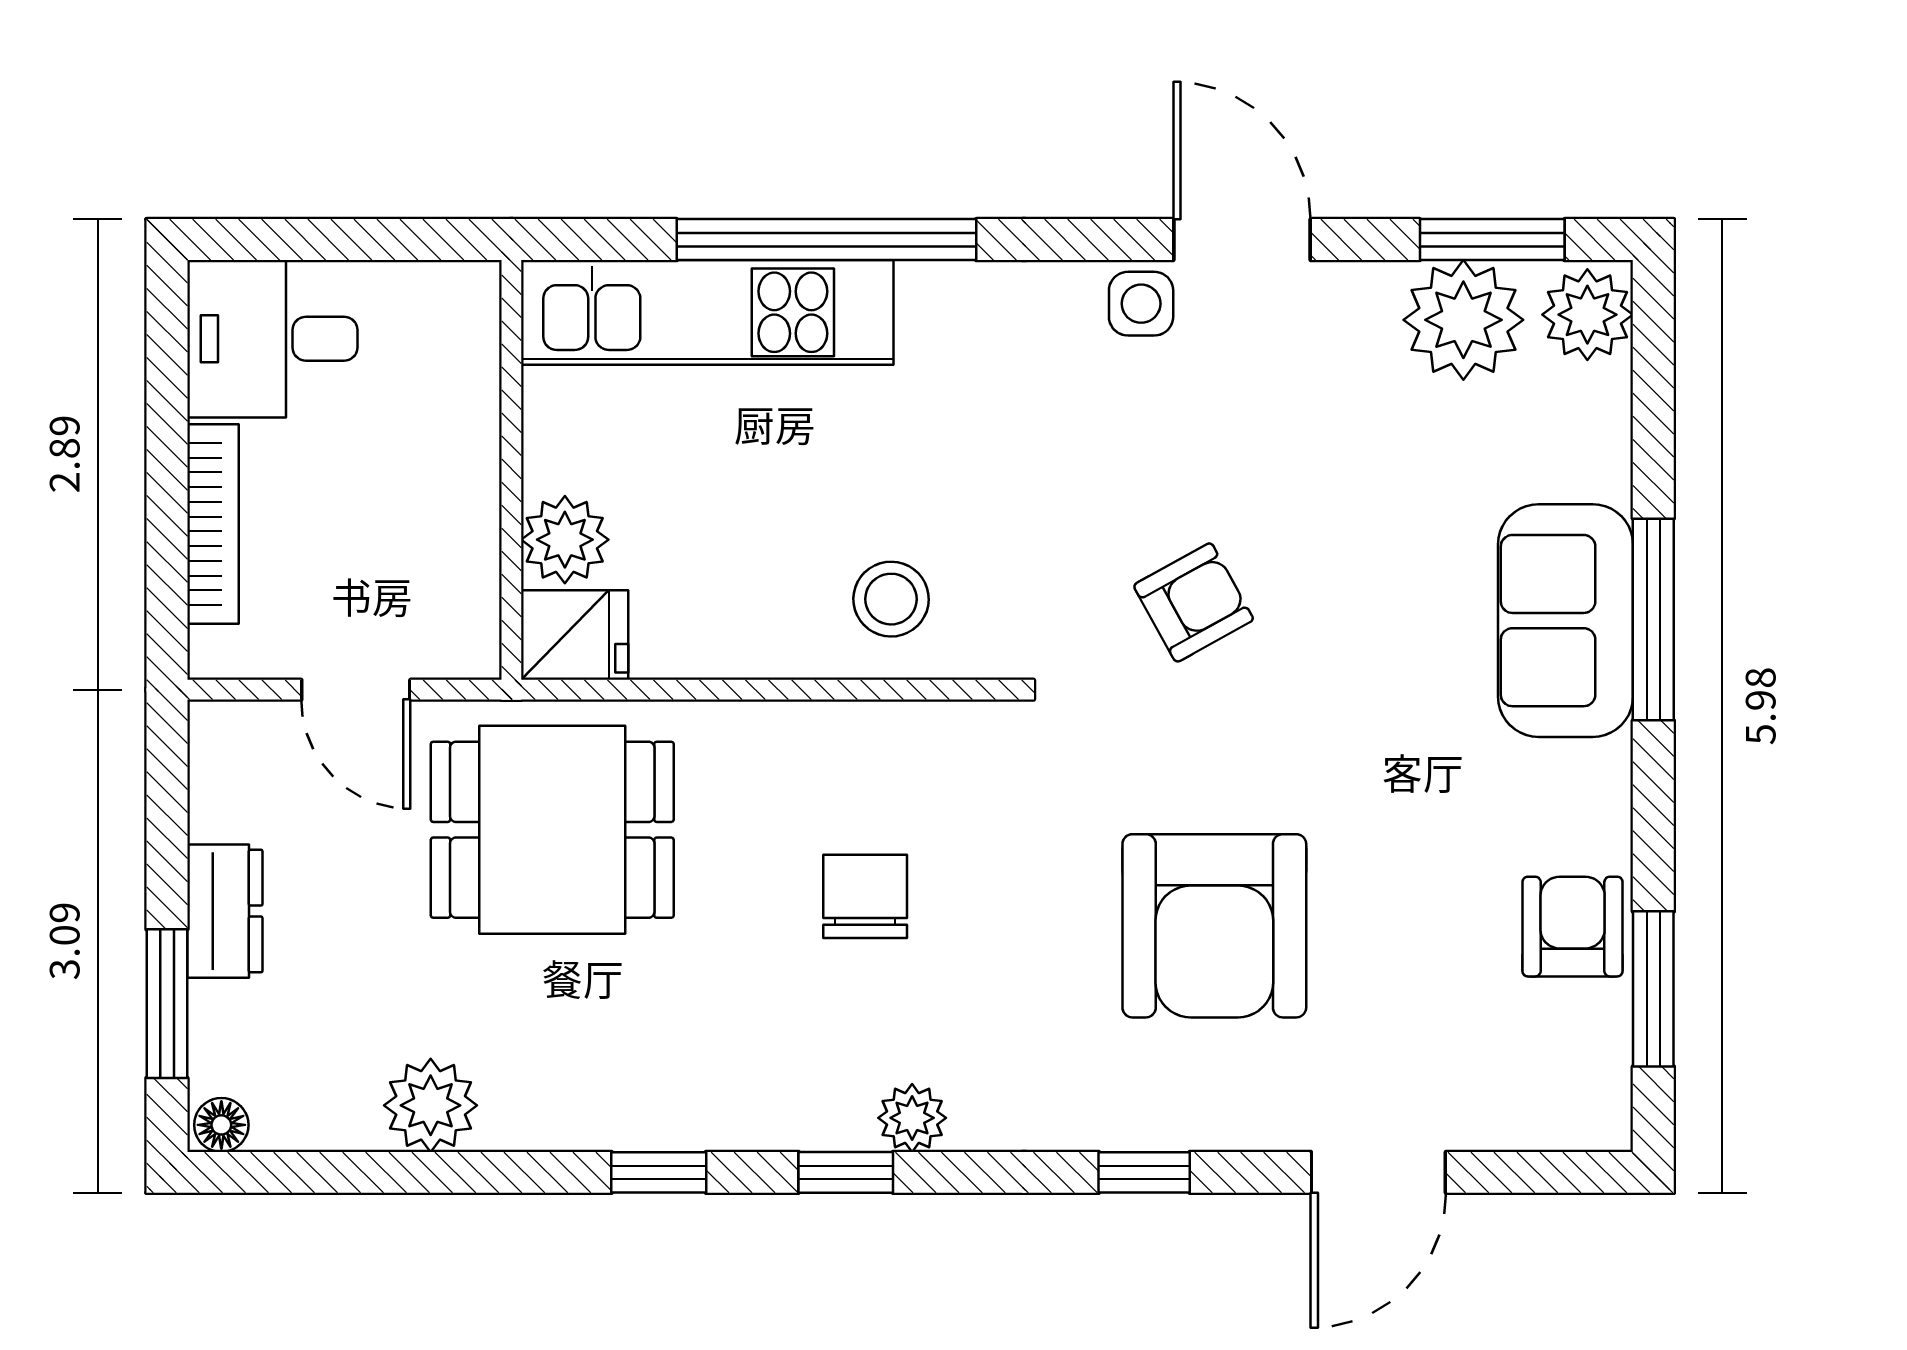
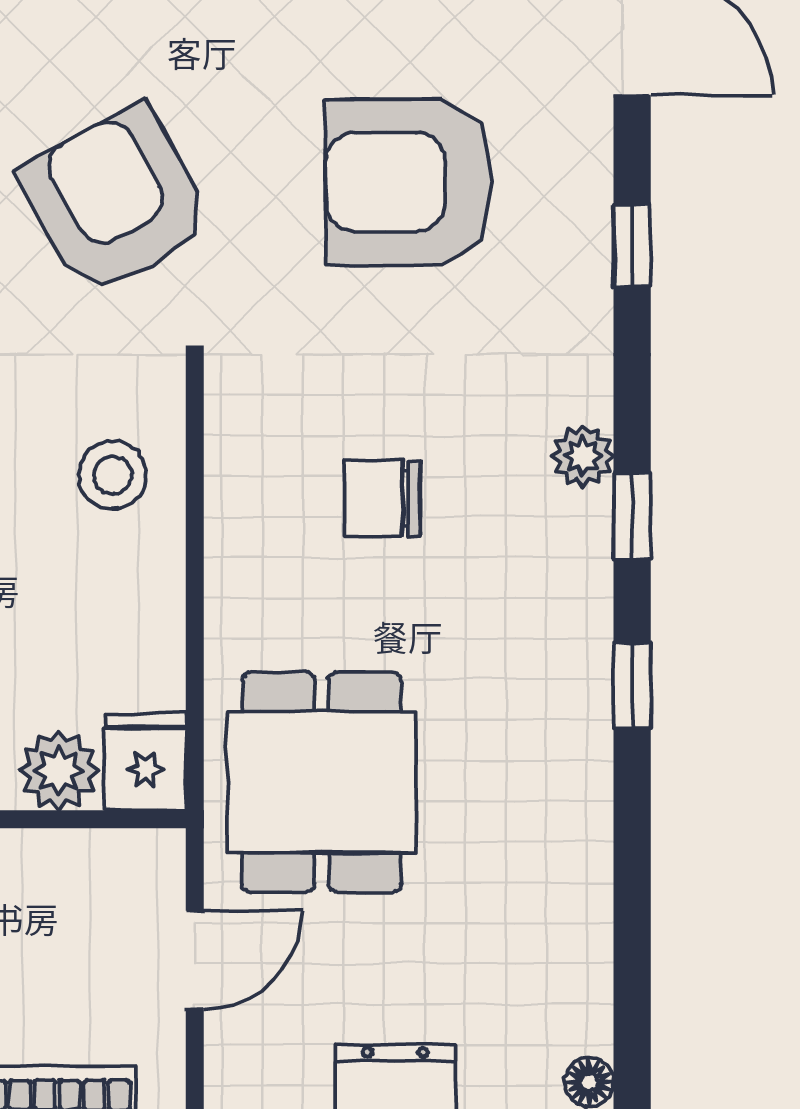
armchair: (1194, 602) -> (116, 201), width x1.88, depth x1.88
armchair: (1214, 926) -> (409, 182), turned 180
plant: (431, 1105) -> (571, 892), removed

